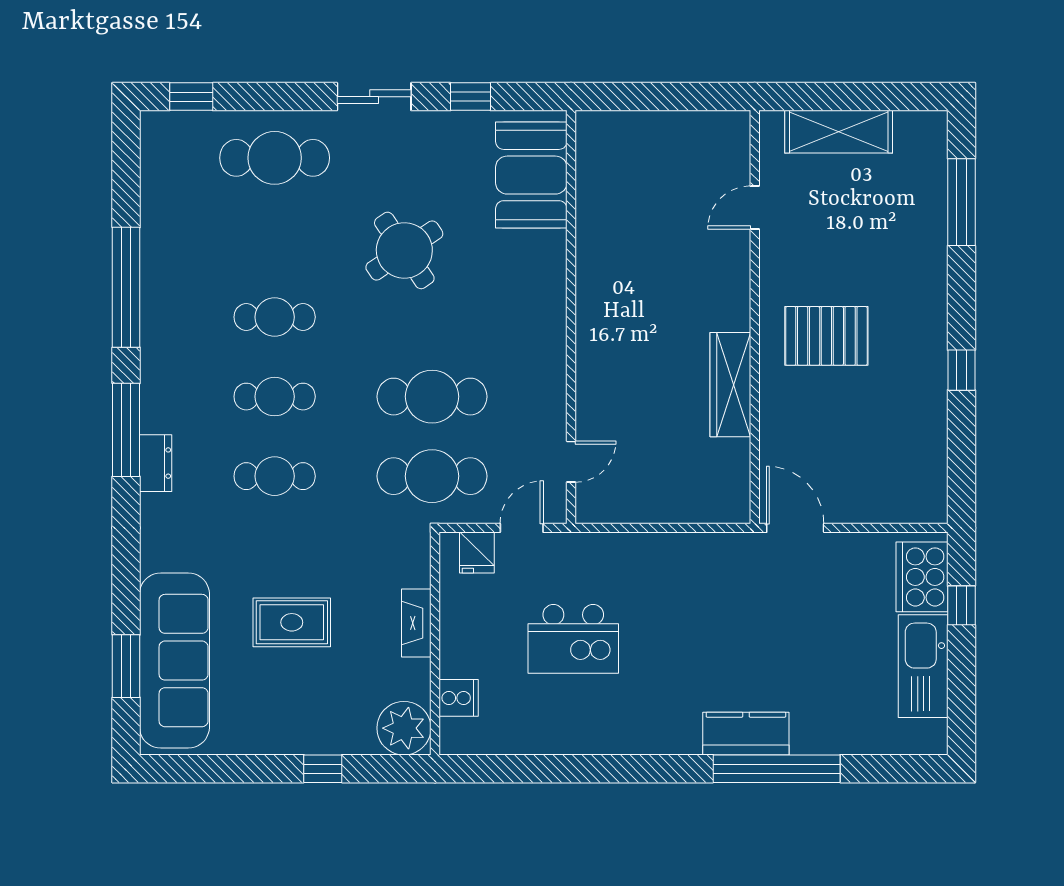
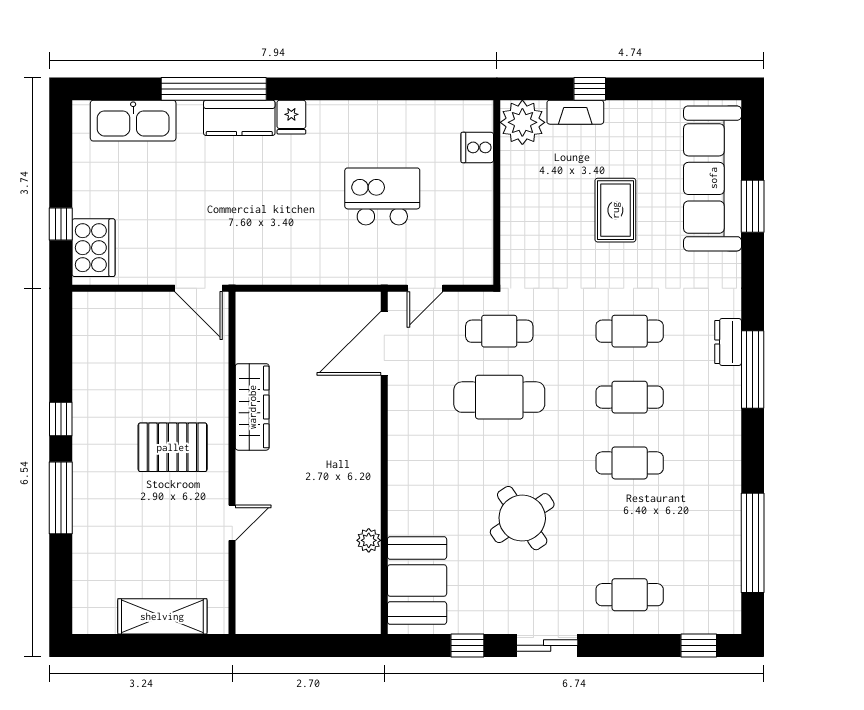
cafe table: (275, 158) -> (630, 595), width x0.73, depth x0.74
window: (961, 202) -> (61, 498), moved
door: (755, 207) -> (232, 523), moved
plant: (590, 224) -> (369, 540), added
window: (126, 287) -> (753, 543), moved
door: (571, 462) -> (384, 343), width x1.88
cafe table: (432, 476) -> (499, 331), width x0.73, depth x0.74
fridge: (477, 553) -> (291, 117), moved, turned 180
rug: (292, 622) -> (615, 210), turned 90
fireplace: (416, 623) -> (575, 112), moved, turned 90
window: (126, 666) -> (753, 206), moved
kitchen sink: (923, 666) -> (133, 121), moved, turned 90

